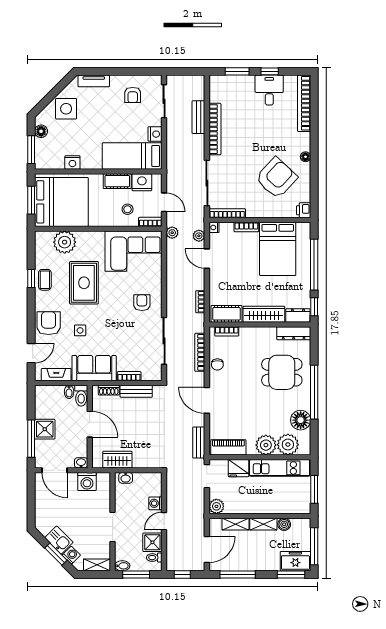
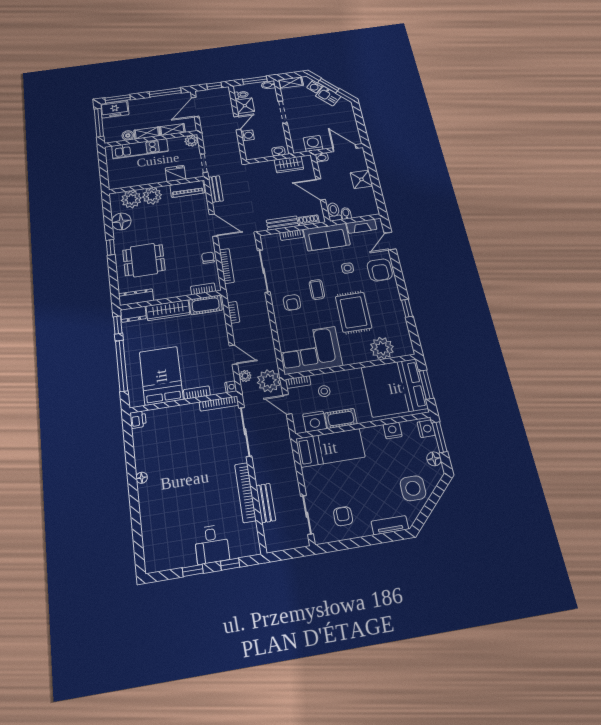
window: (237, 71) -> (230, 564), width x0.67
desk: (269, 90) -> (212, 544), moved
bookcase: (304, 103) -> (149, 539), removed
nightstand: (155, 134) -> (426, 429), moved, turned 180
armchair: (276, 178) -> (171, 449), removed
plant: (172, 233) -> (269, 381), width x1.88, depth x1.88
coffee table: (45, 280) -> (317, 290), moved
window: (314, 392) -> (111, 247), width x0.32
window: (31, 439) -> (372, 170), removed
kitchen unit: (280, 468) -> (140, 149), moved, turned 180
window: (314, 489) -> (103, 167), removed

